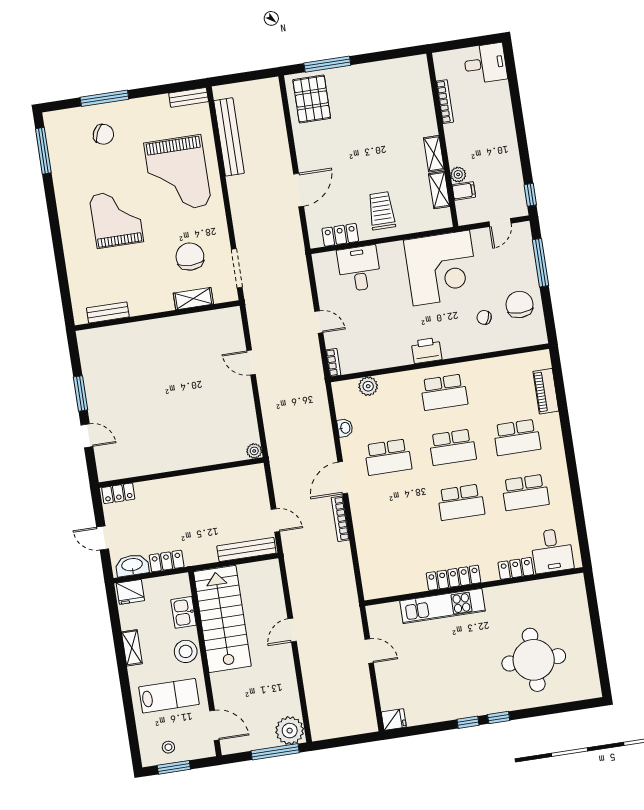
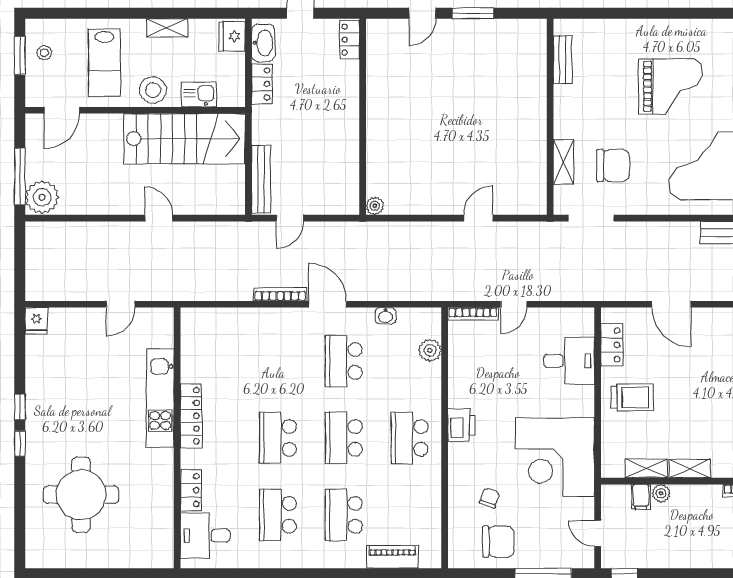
bookcase: (333, 363) -> (473, 314), width x1.56

